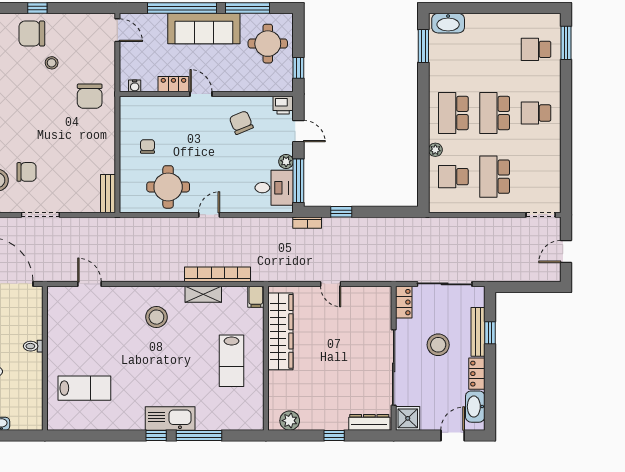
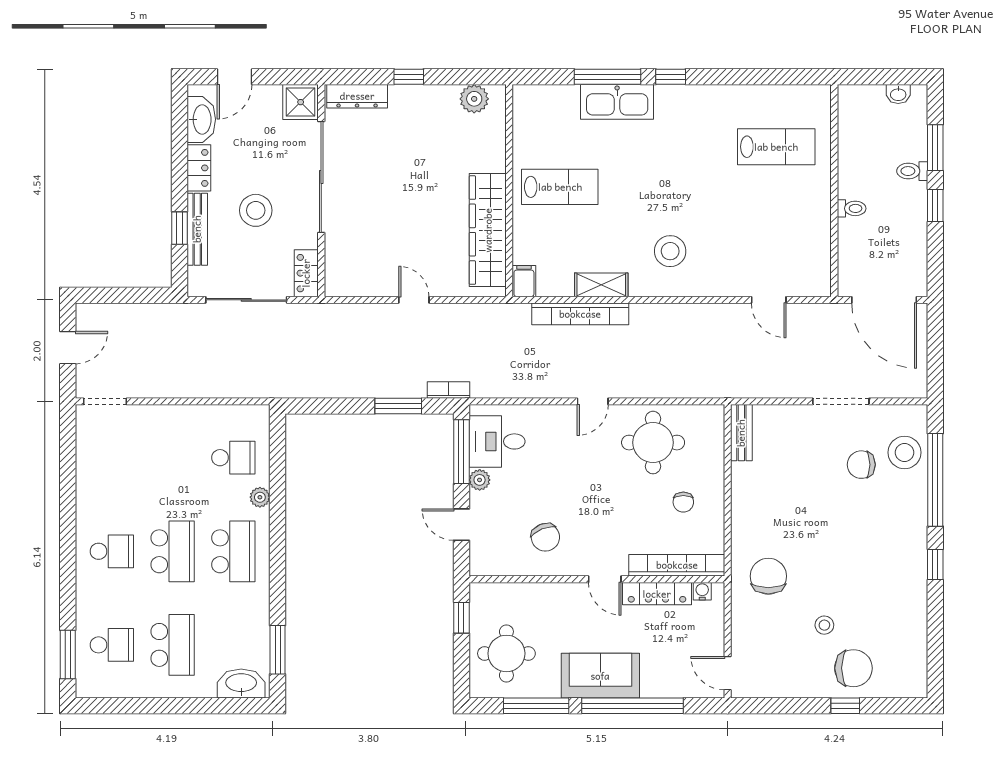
sofa: (204, 29) -> (600, 676), width x0.73
locker: (173, 84) -> (657, 594), width x1.53
bookcase: (152, 103) -> (677, 565), added
printer: (283, 105) -> (484, 563), removed
school desk: (495, 177) -> (173, 645), moved
window: (341, 212) -> (398, 406), width x1.50
lab bench: (232, 361) -> (560, 187), turned 90
lab bench: (84, 388) -> (776, 147), turned 180
kitchen sink: (170, 418) -> (617, 102), moved

